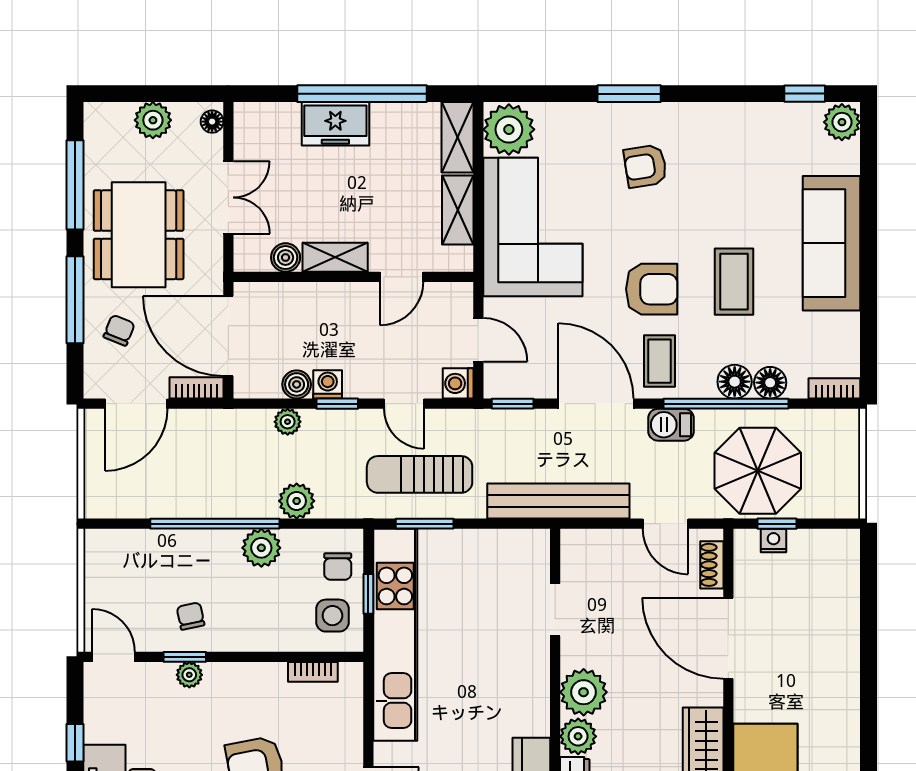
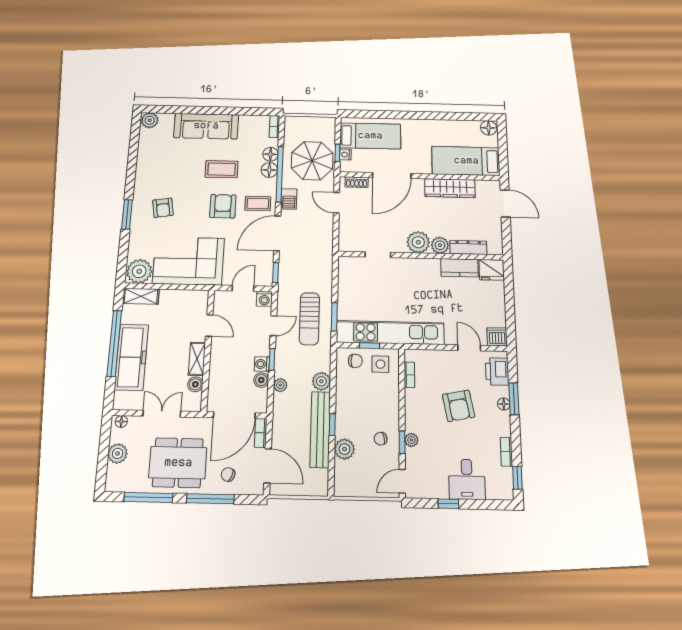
window: (805, 94) -> (135, 136), removed
freezer: (335, 124) -> (131, 357), width x1.91, depth x1.26
shelving: (458, 210) -> (177, 297), removed
bench: (558, 501) -> (320, 429), moved
window: (215, 524) -> (332, 425), width x0.32
door: (665, 524) -> (336, 203), swing flipped
plant: (261, 548) -> (344, 449), moved
bed: (818, 593) -> (370, 136), added

